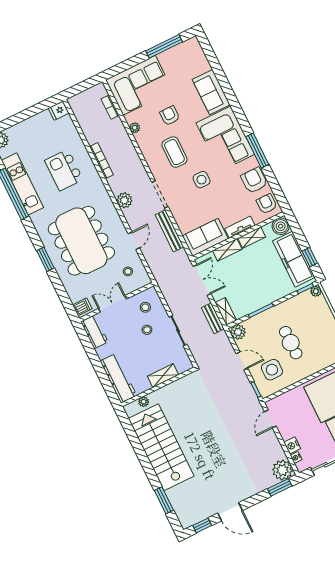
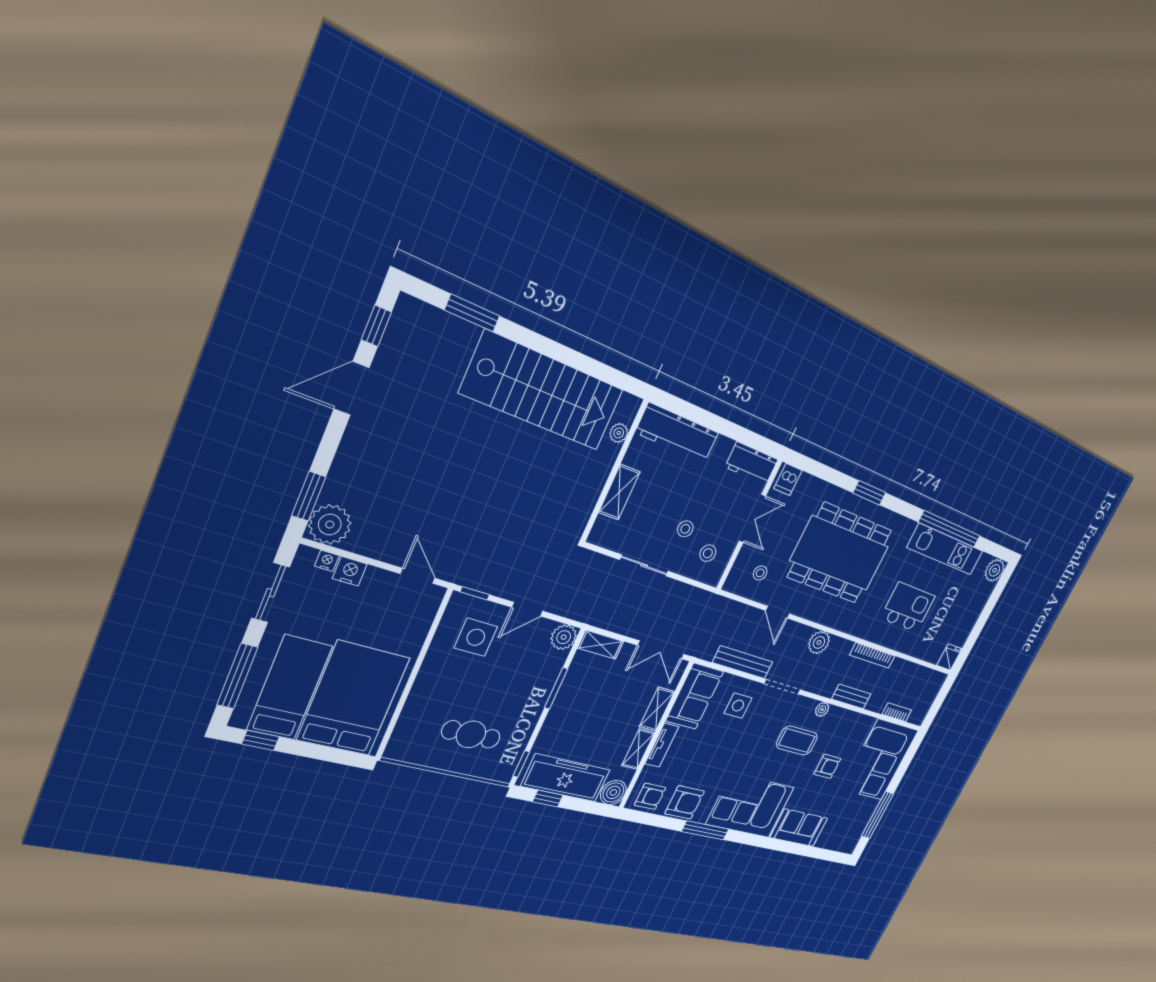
plant: (135, 128) -> (822, 709), moved
side table: (202, 180) -> (738, 706), moved
plant: (316, 291) -> (505, 774), removed
bench: (213, 318) -> (851, 696), moved
cafe table: (291, 343) -> (471, 734), moved

